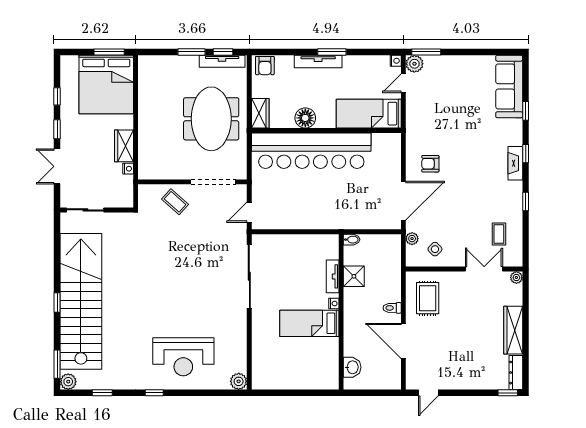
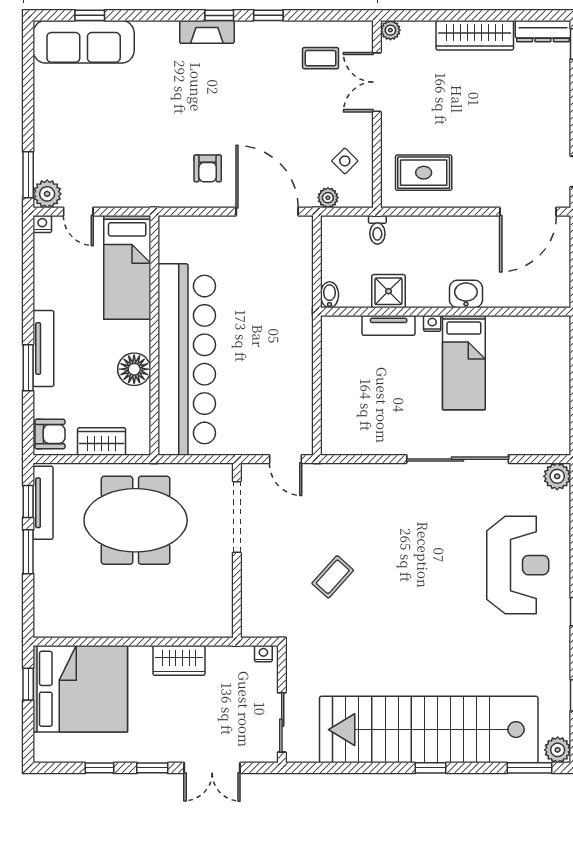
window: (109, 52) -> (28, 684), width x0.67
window: (332, 52) -> (28, 368), moved
window: (526, 111) -> (90, 15), moved
wardrobe: (260, 113) -> (102, 441), moved
window: (526, 154) -> (219, 15), moved
nightstand: (128, 169) -> (263, 654), moved
coffee table: (175, 202) -> (333, 577), moved
sliding door: (249, 276) -> (458, 459), moved
toilet: (392, 308) -> (377, 230), moved
door: (403, 341) -> (528, 212), moved
washbasin: (352, 367) -> (466, 294), moved

